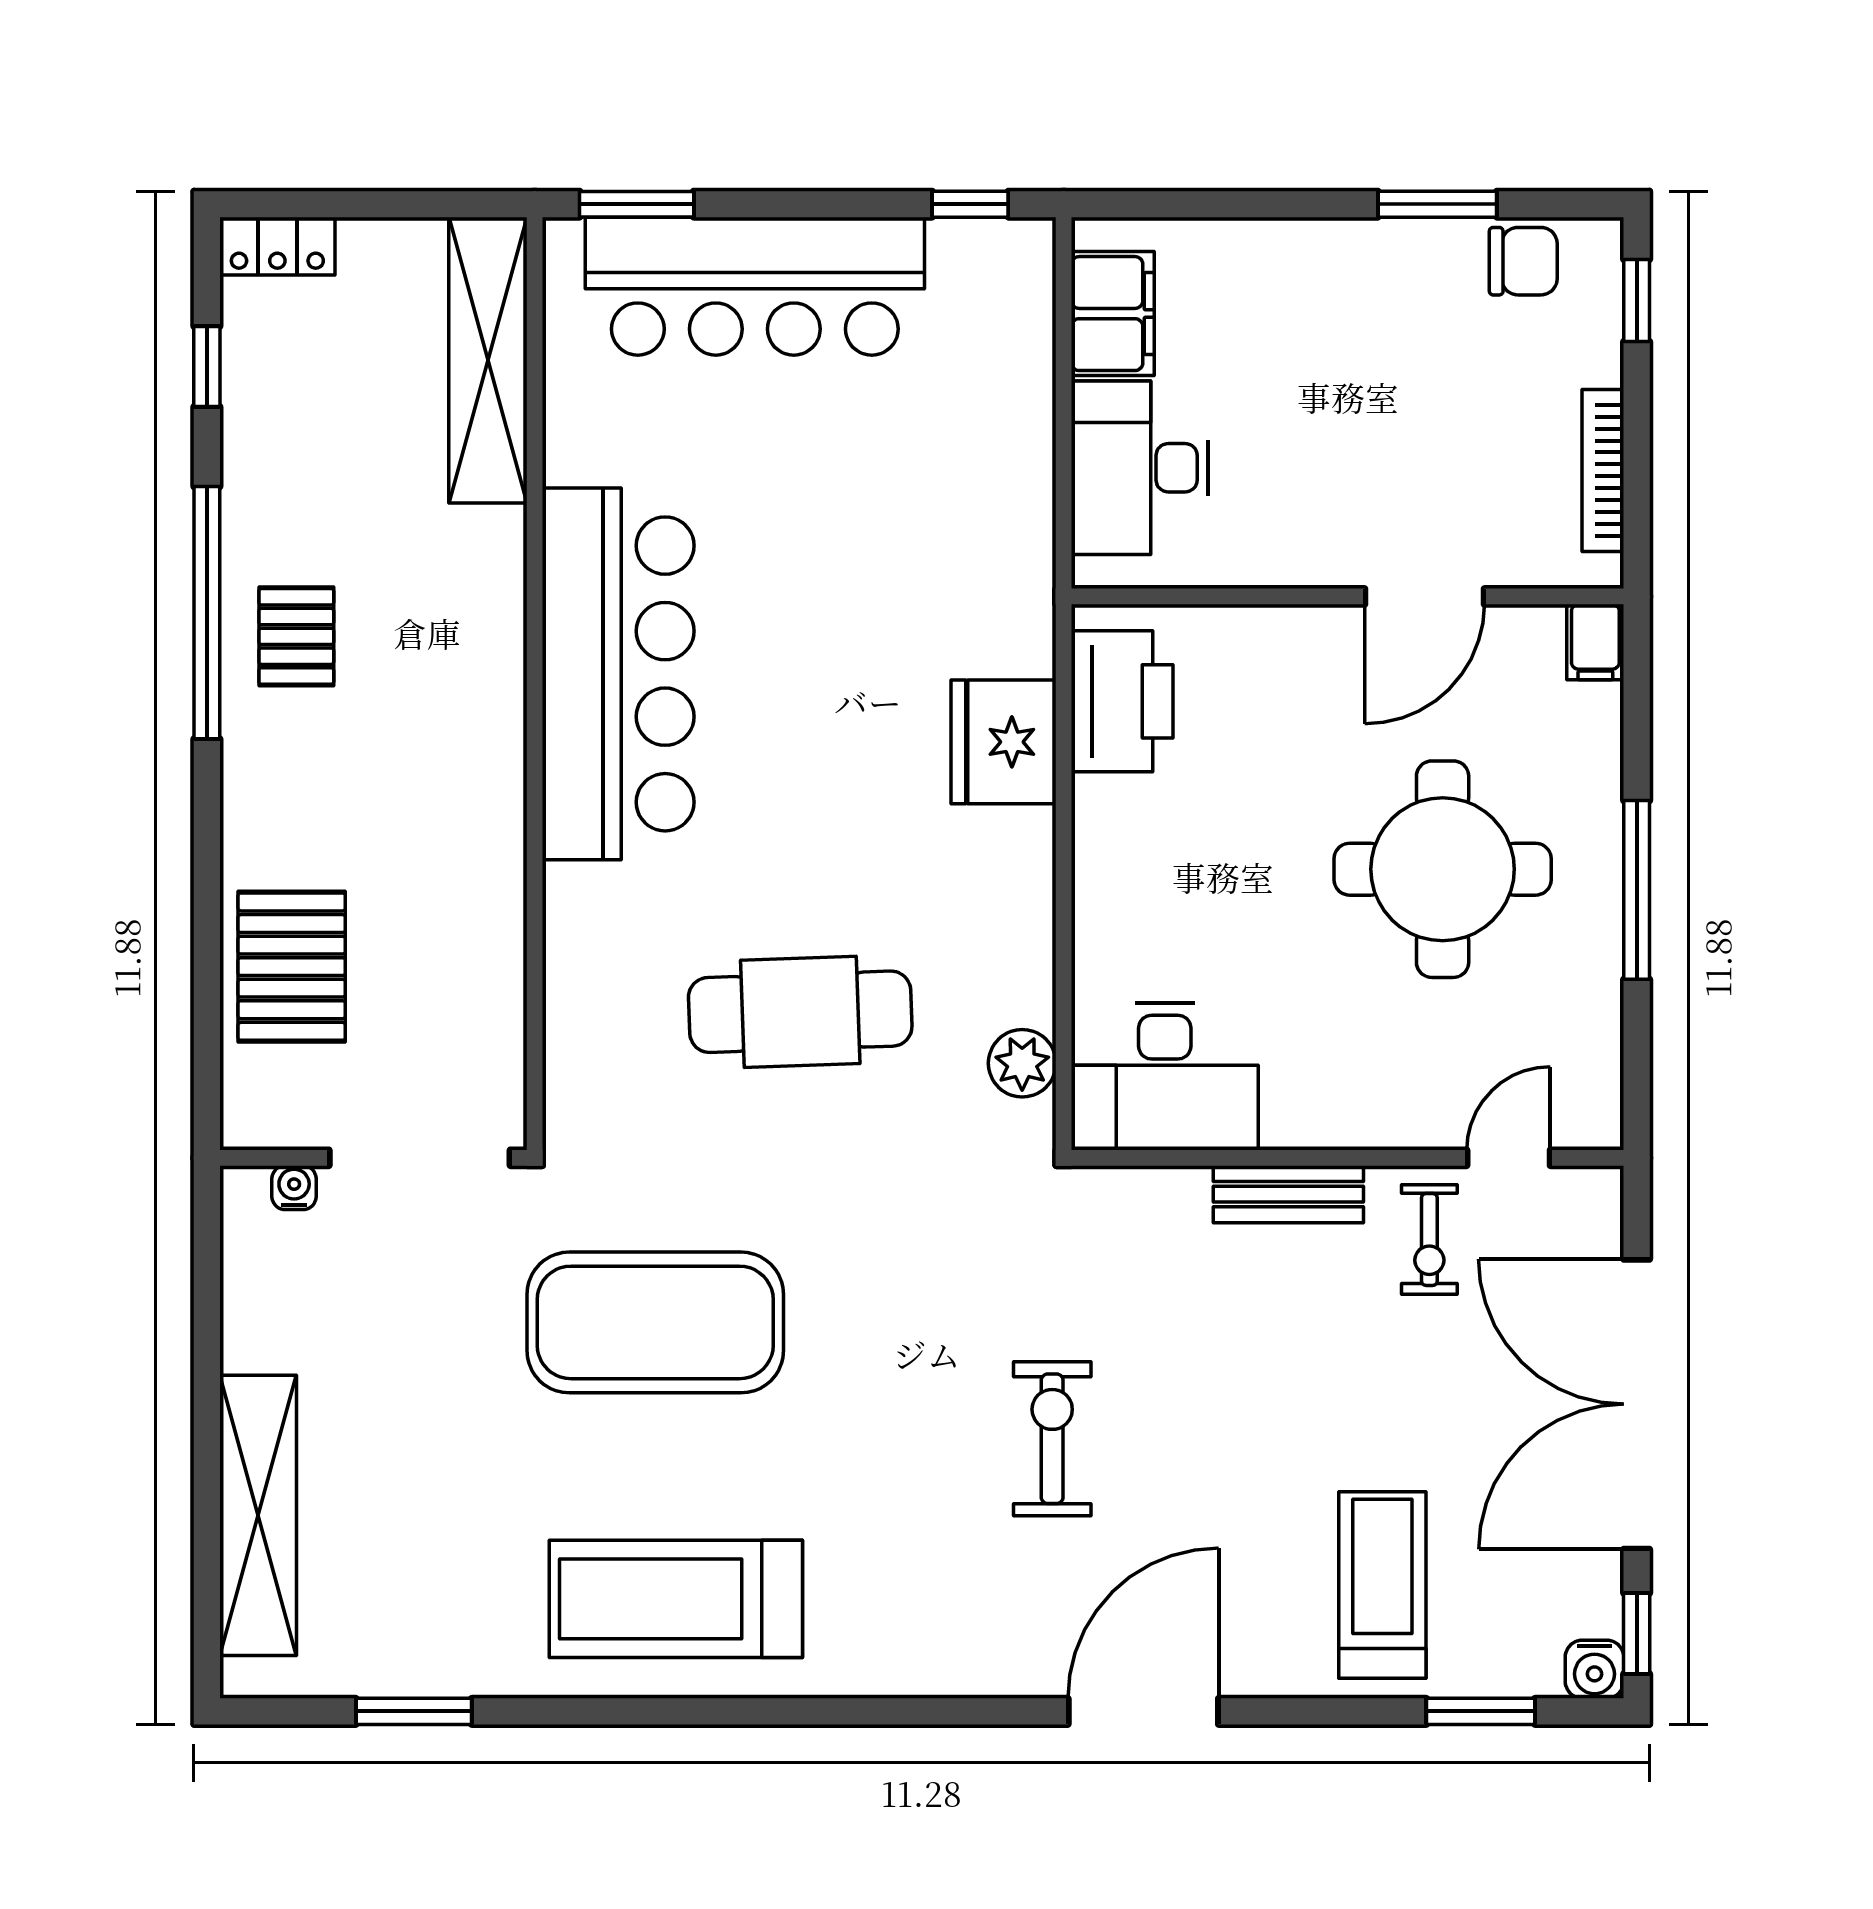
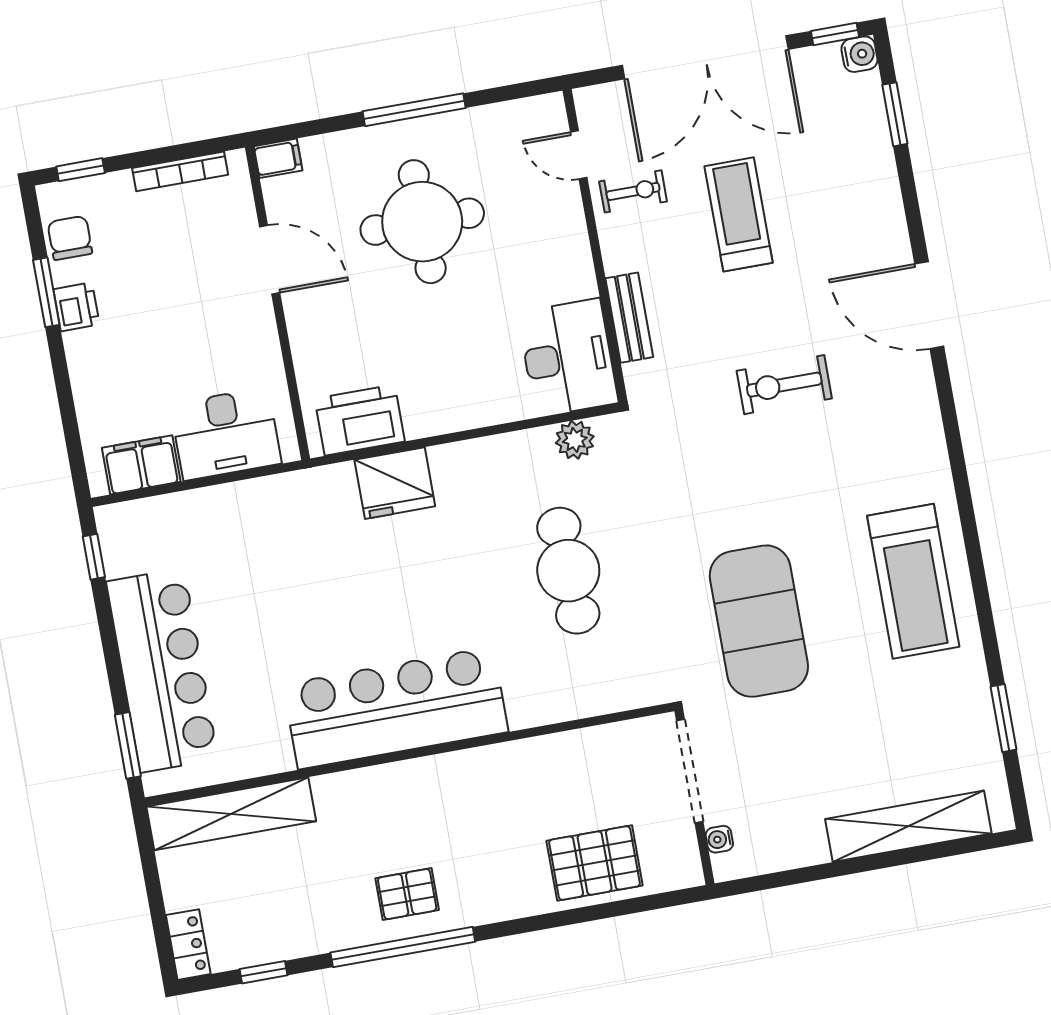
printer: (1403, 251) -> (76, 307), added
bench: (1288, 1194) -> (629, 318), moved
treadmill: (1382, 1585) -> (739, 214), moved, turned 90

